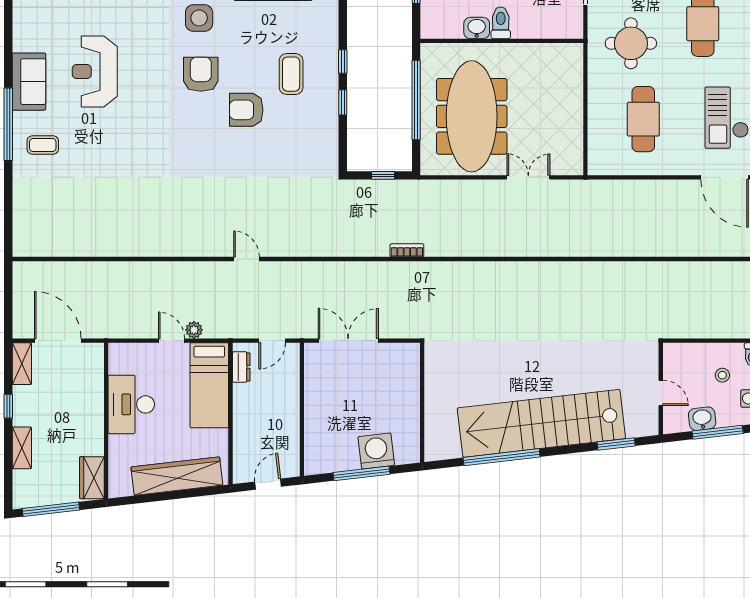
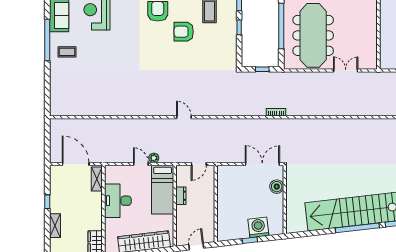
double door: (348, 341) -> (262, 164), moved
shelving: (22, 364) -> (97, 179), moved
dresser: (241, 367) -> (181, 196), moved
boiler: (408, 380) -> (277, 187), added
window: (502, 457) -> (357, 228), moved
window: (362, 473) -> (250, 240), width x0.46

